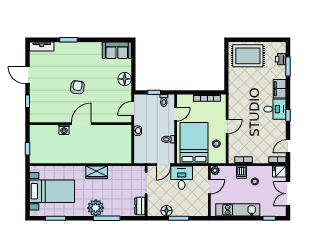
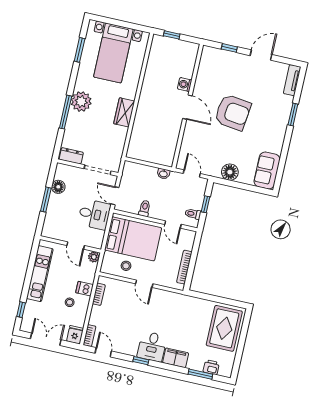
armchair: (77, 87) -> (233, 112), width x1.88, depth x1.88

